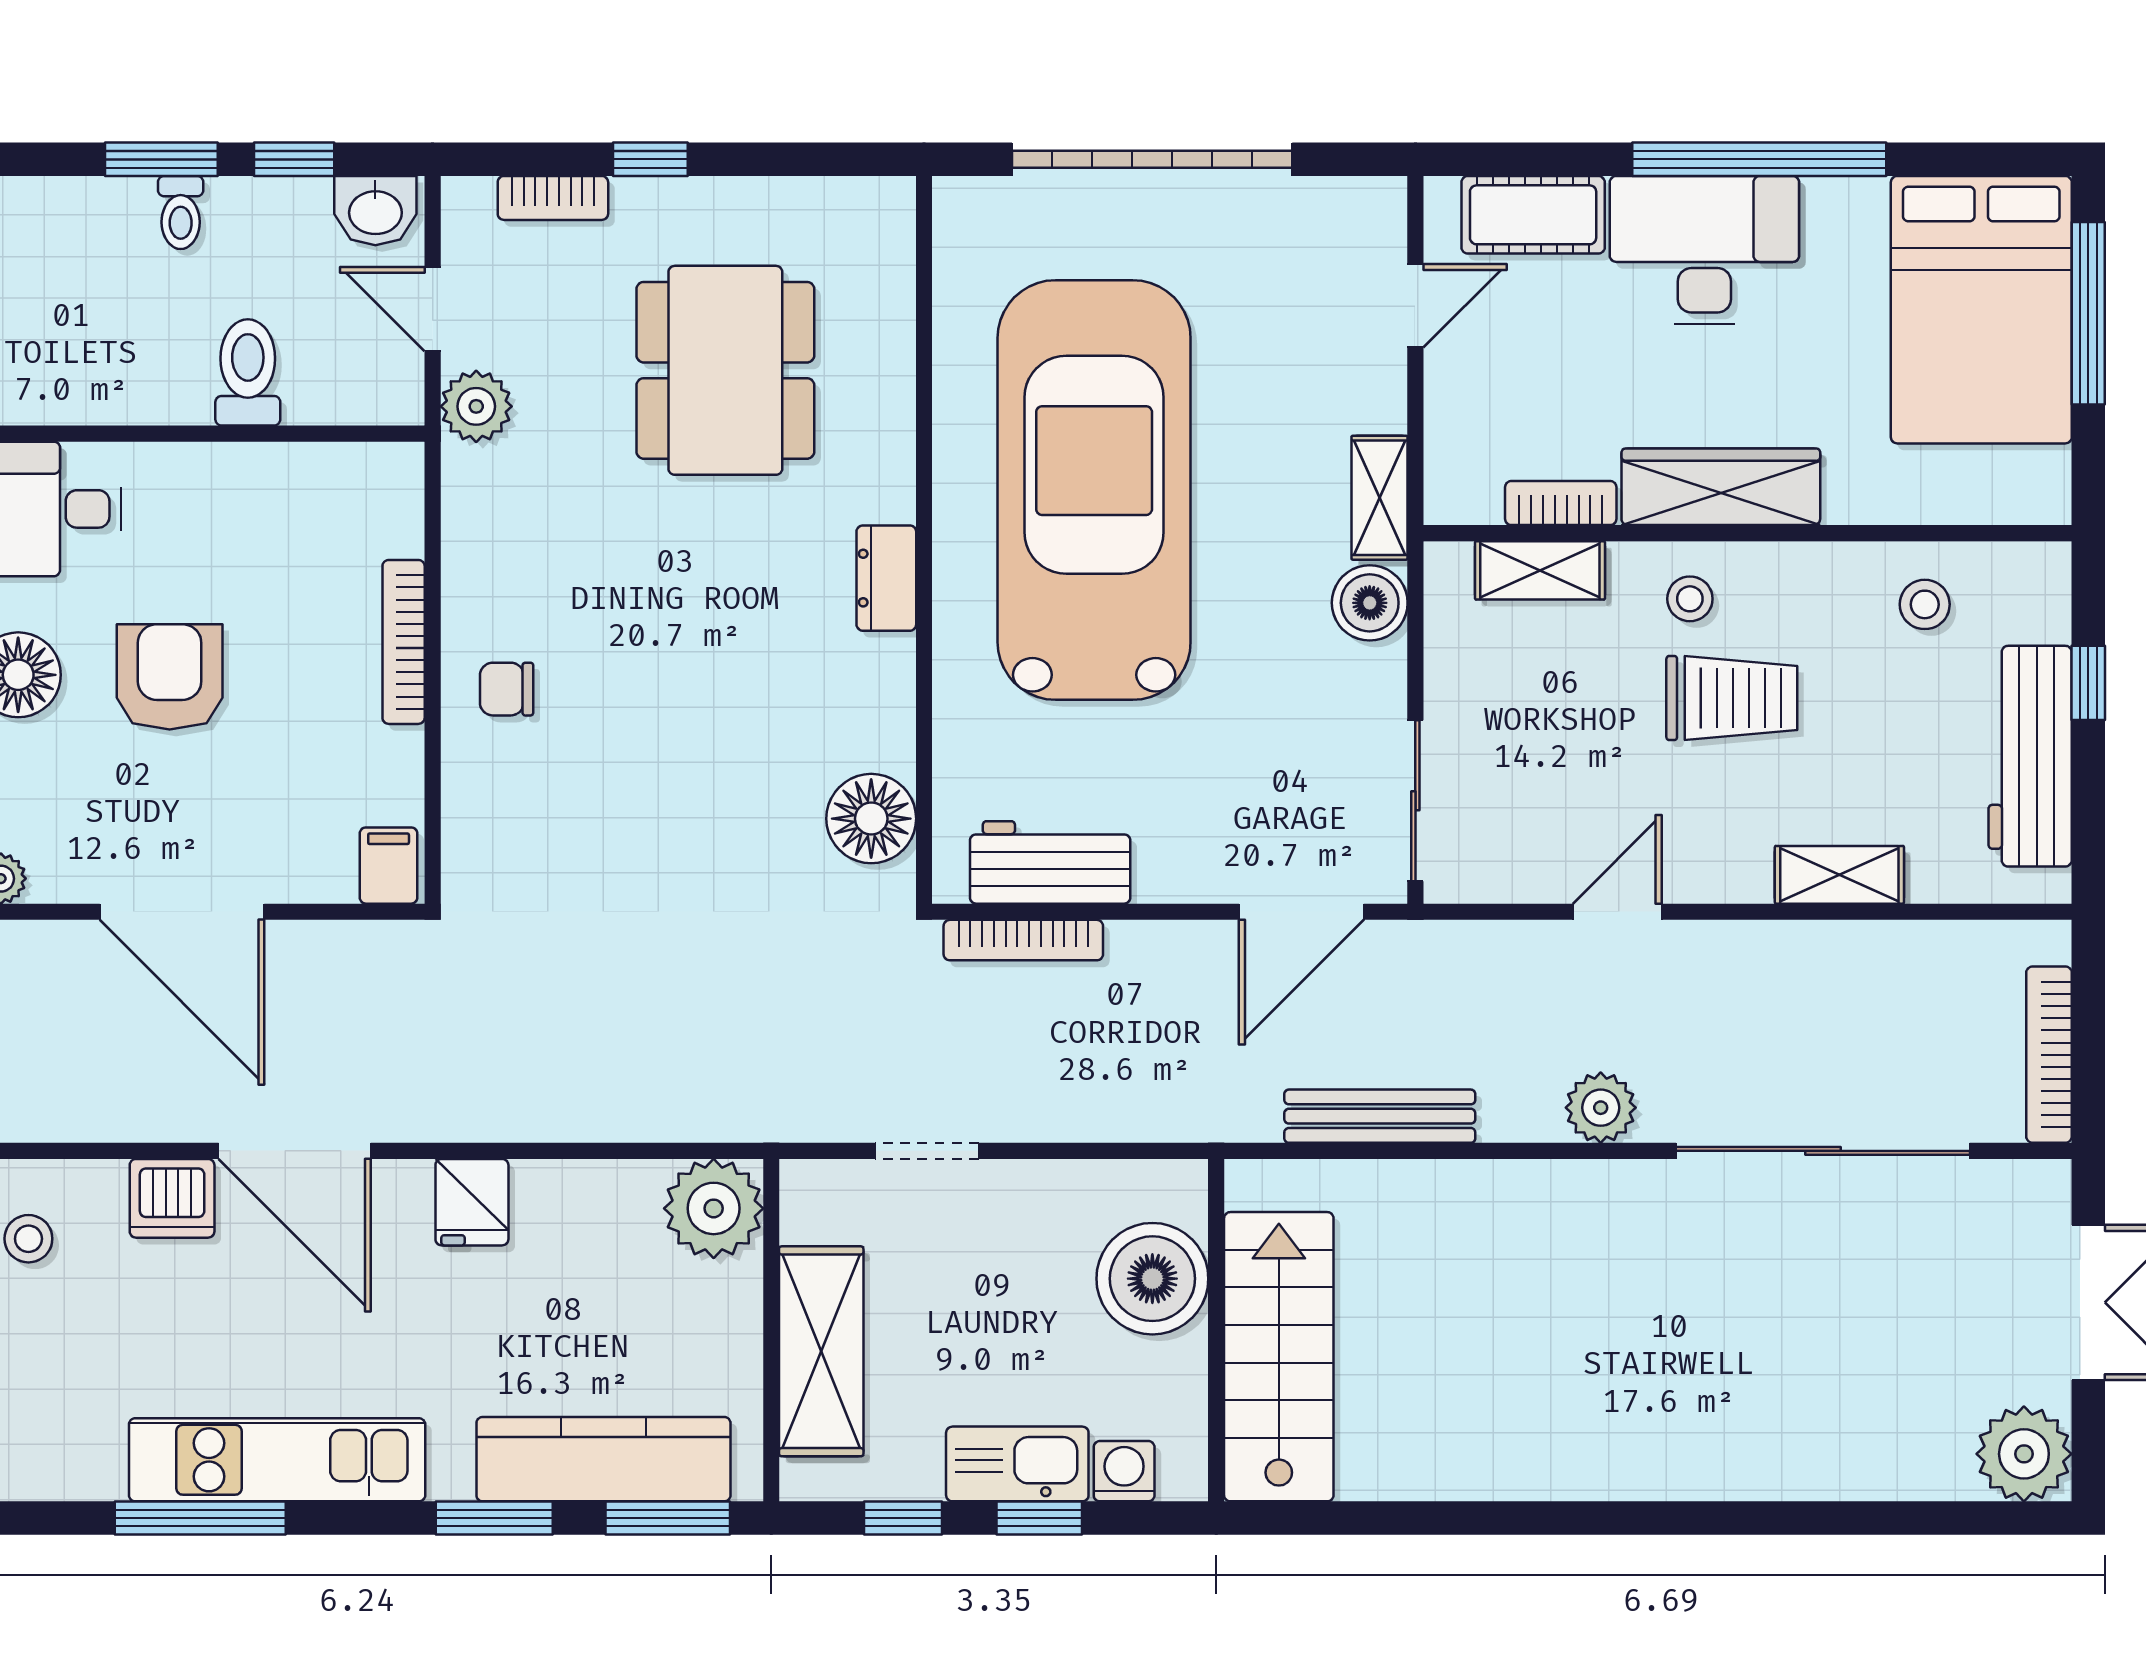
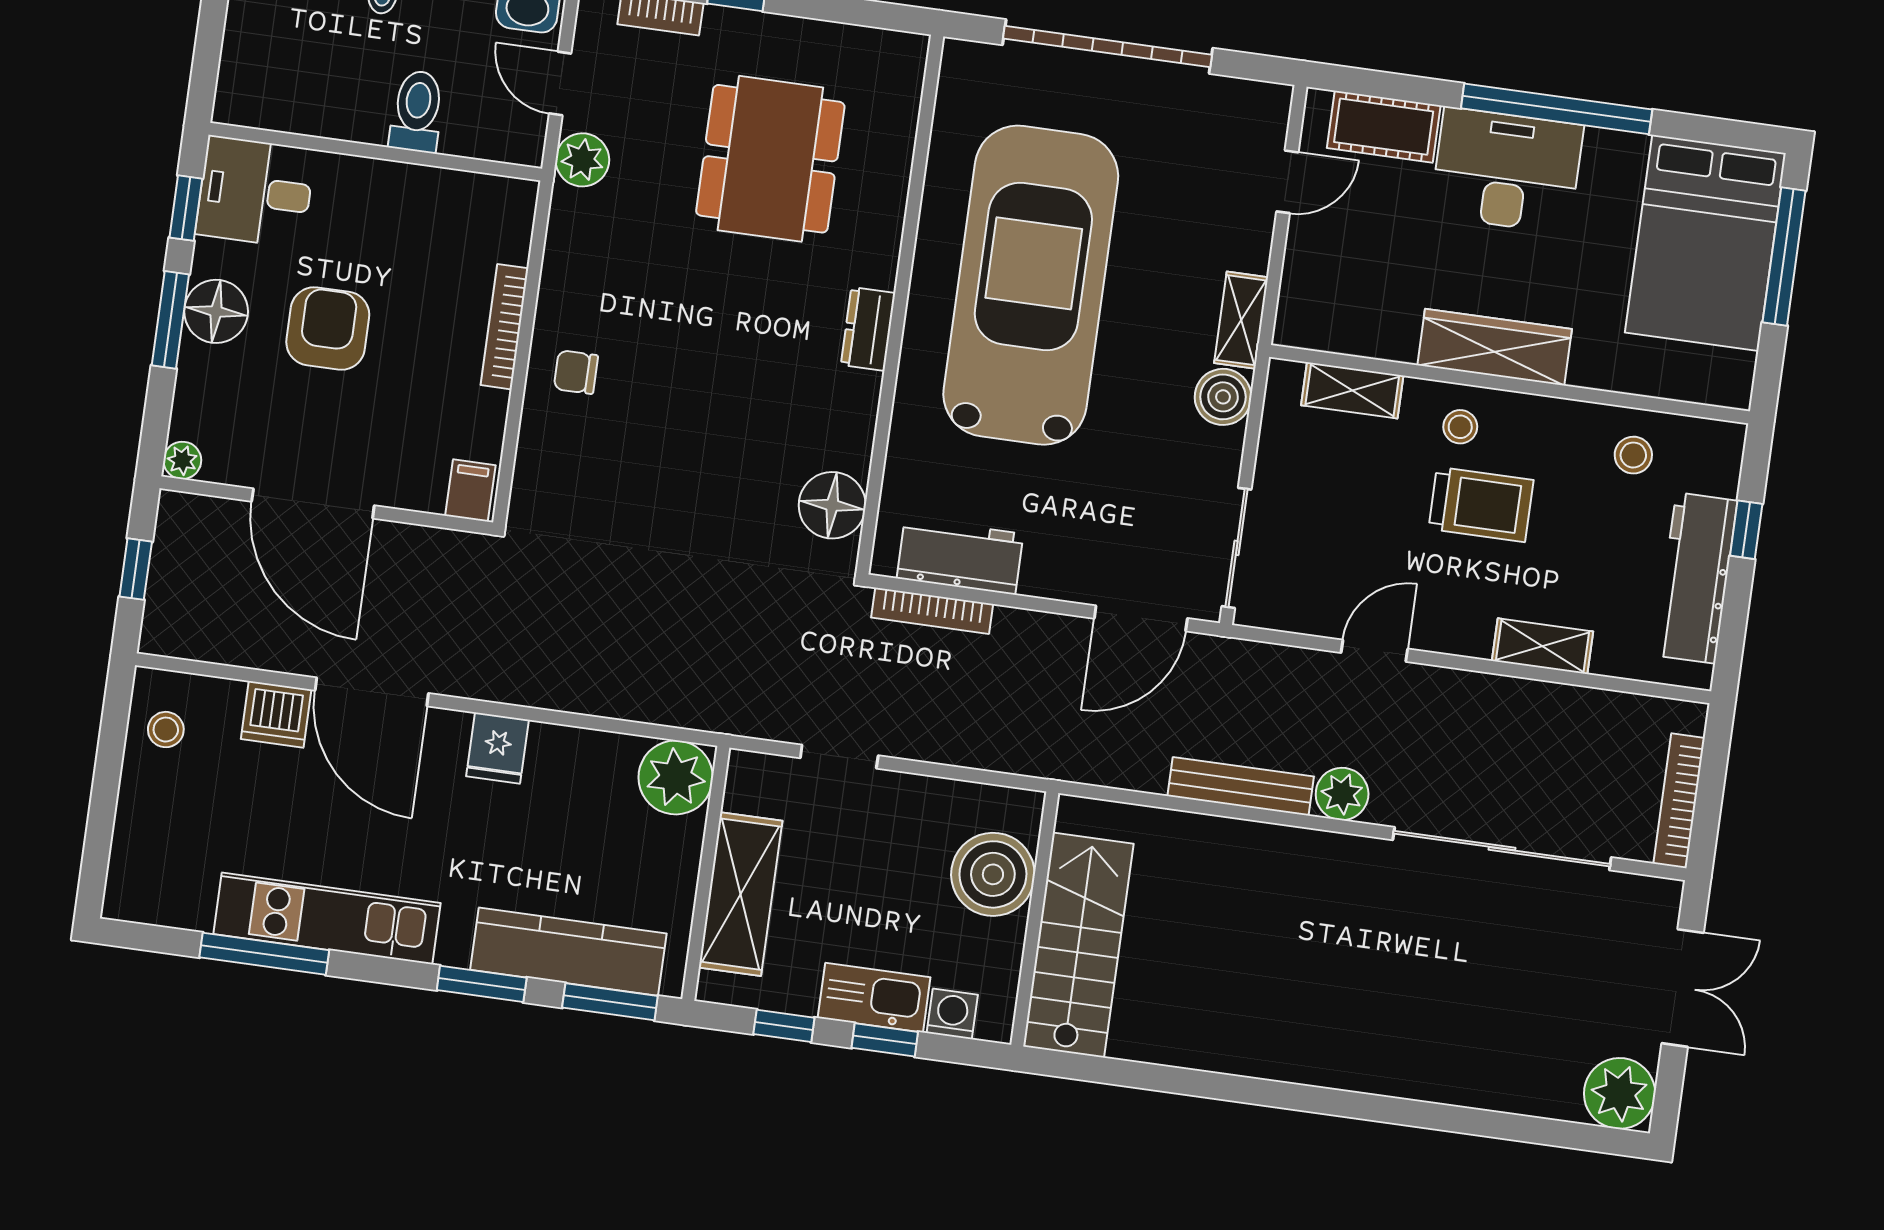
bookcase: (1561, 503) -> (1375, 343), removed
bench: (1380, 1116) -> (1241, 786), moved

